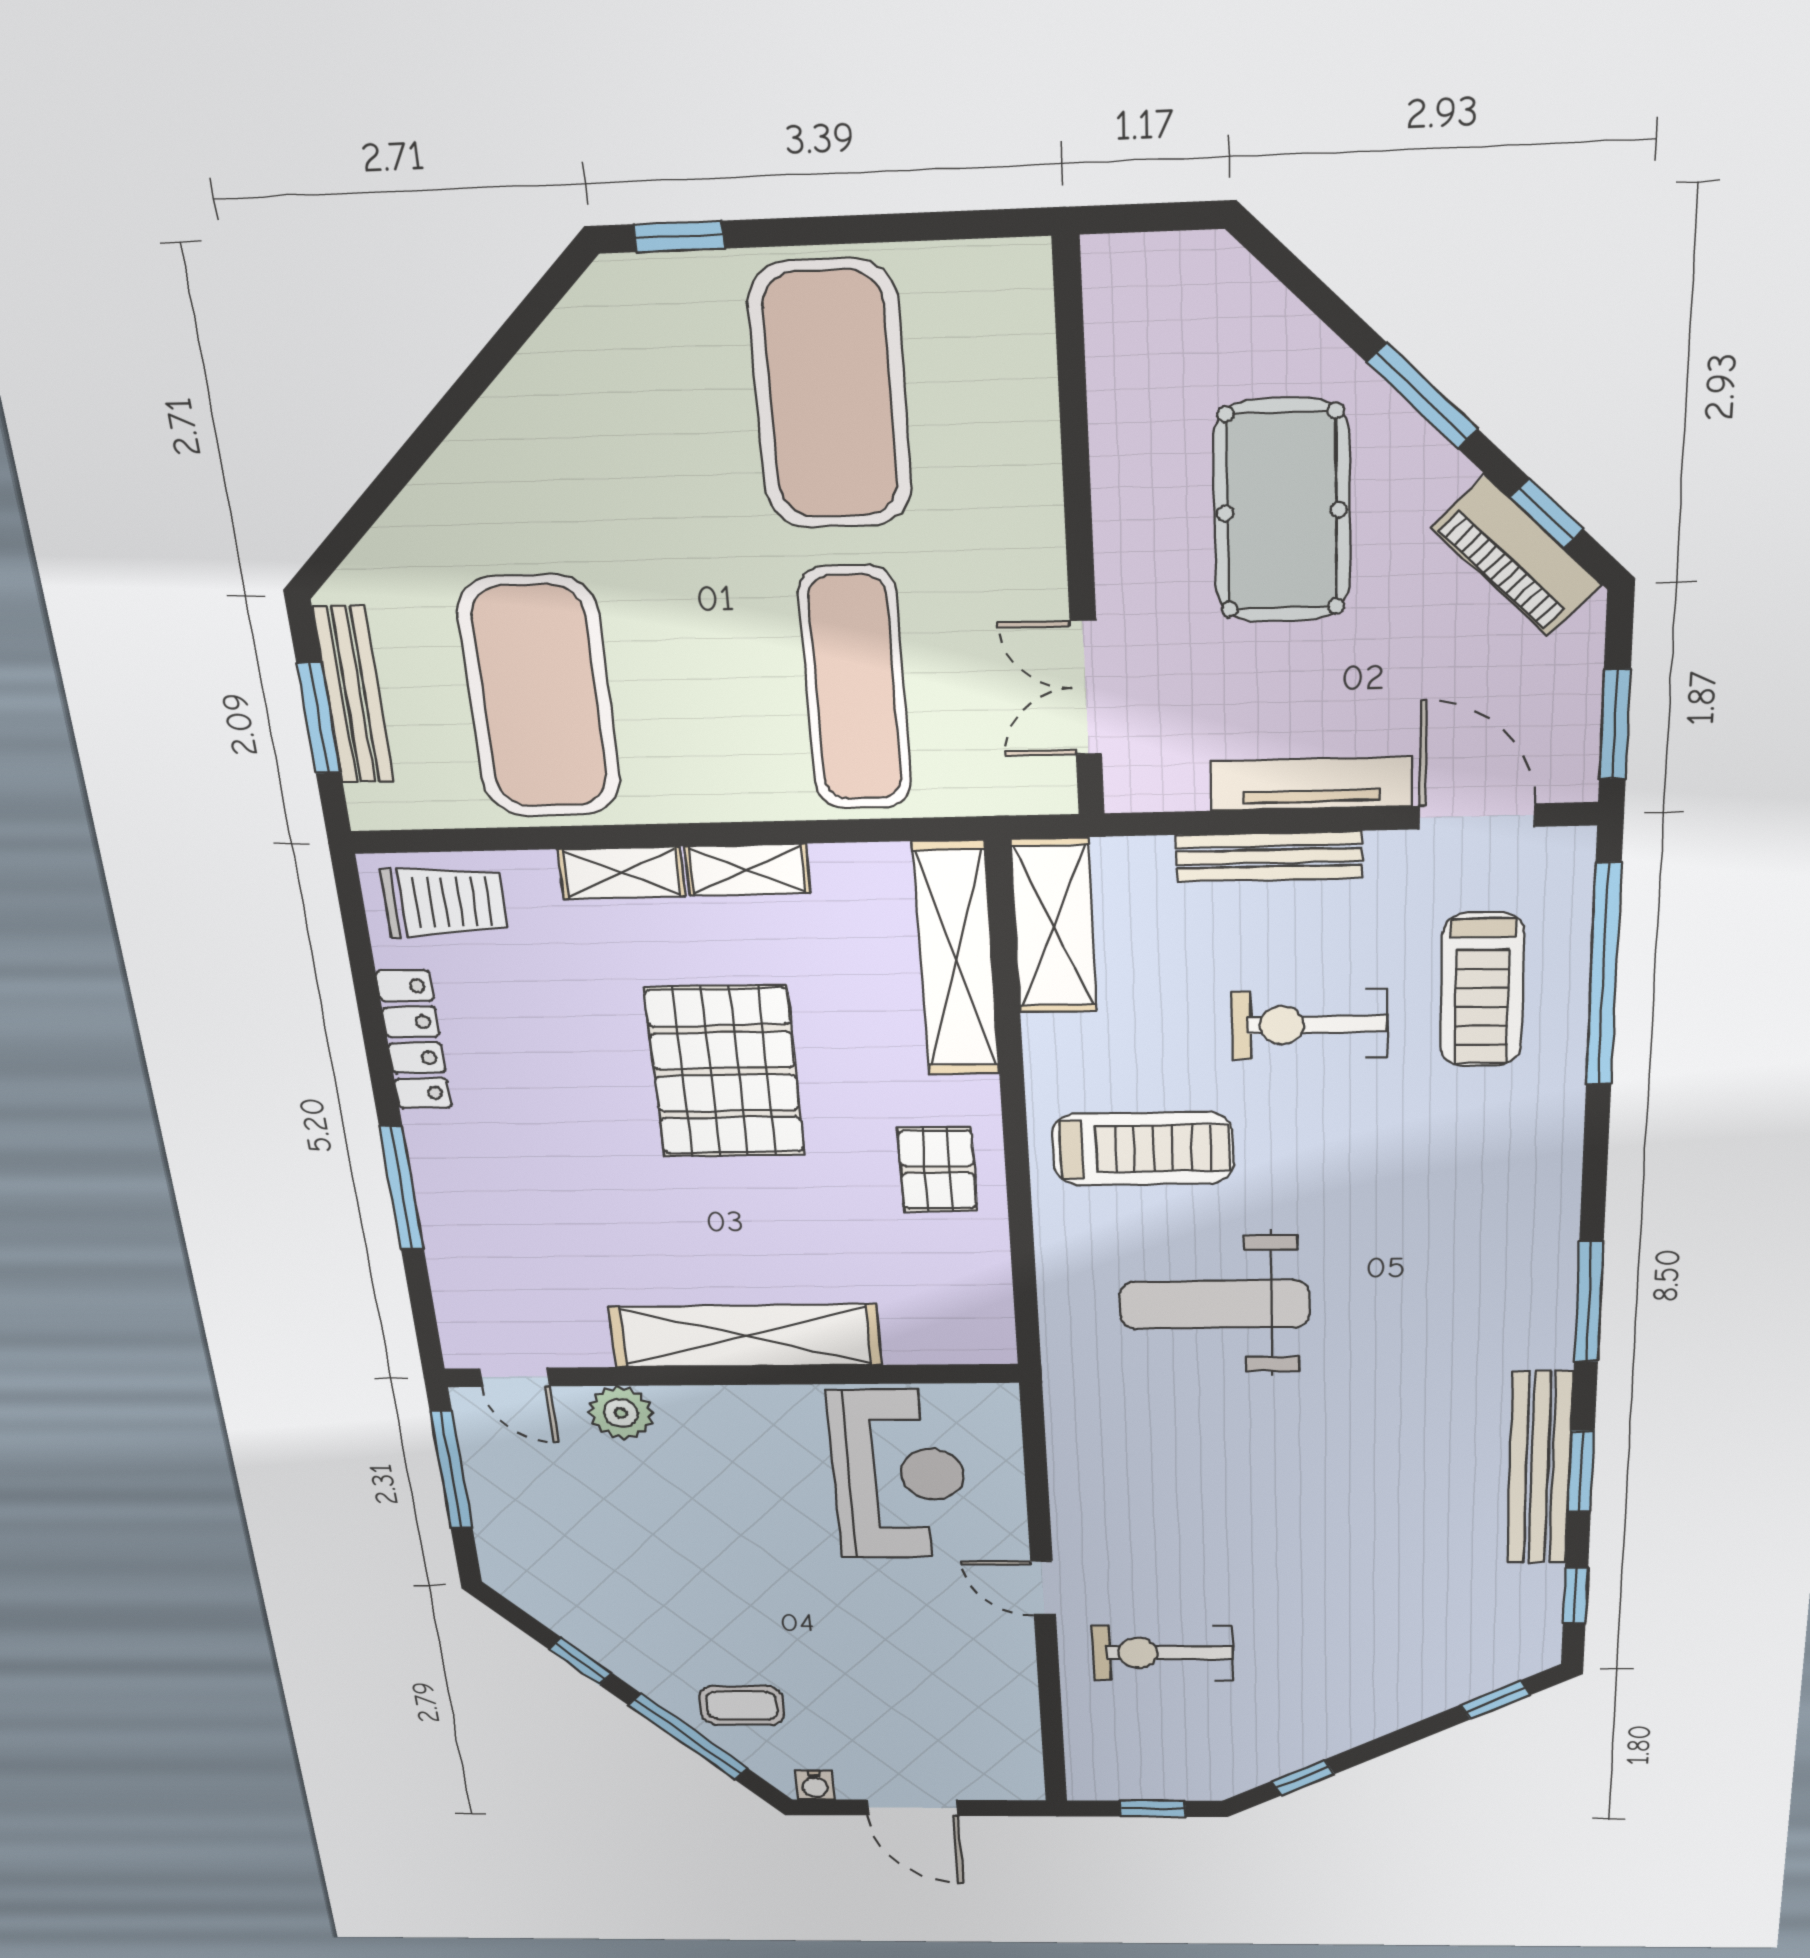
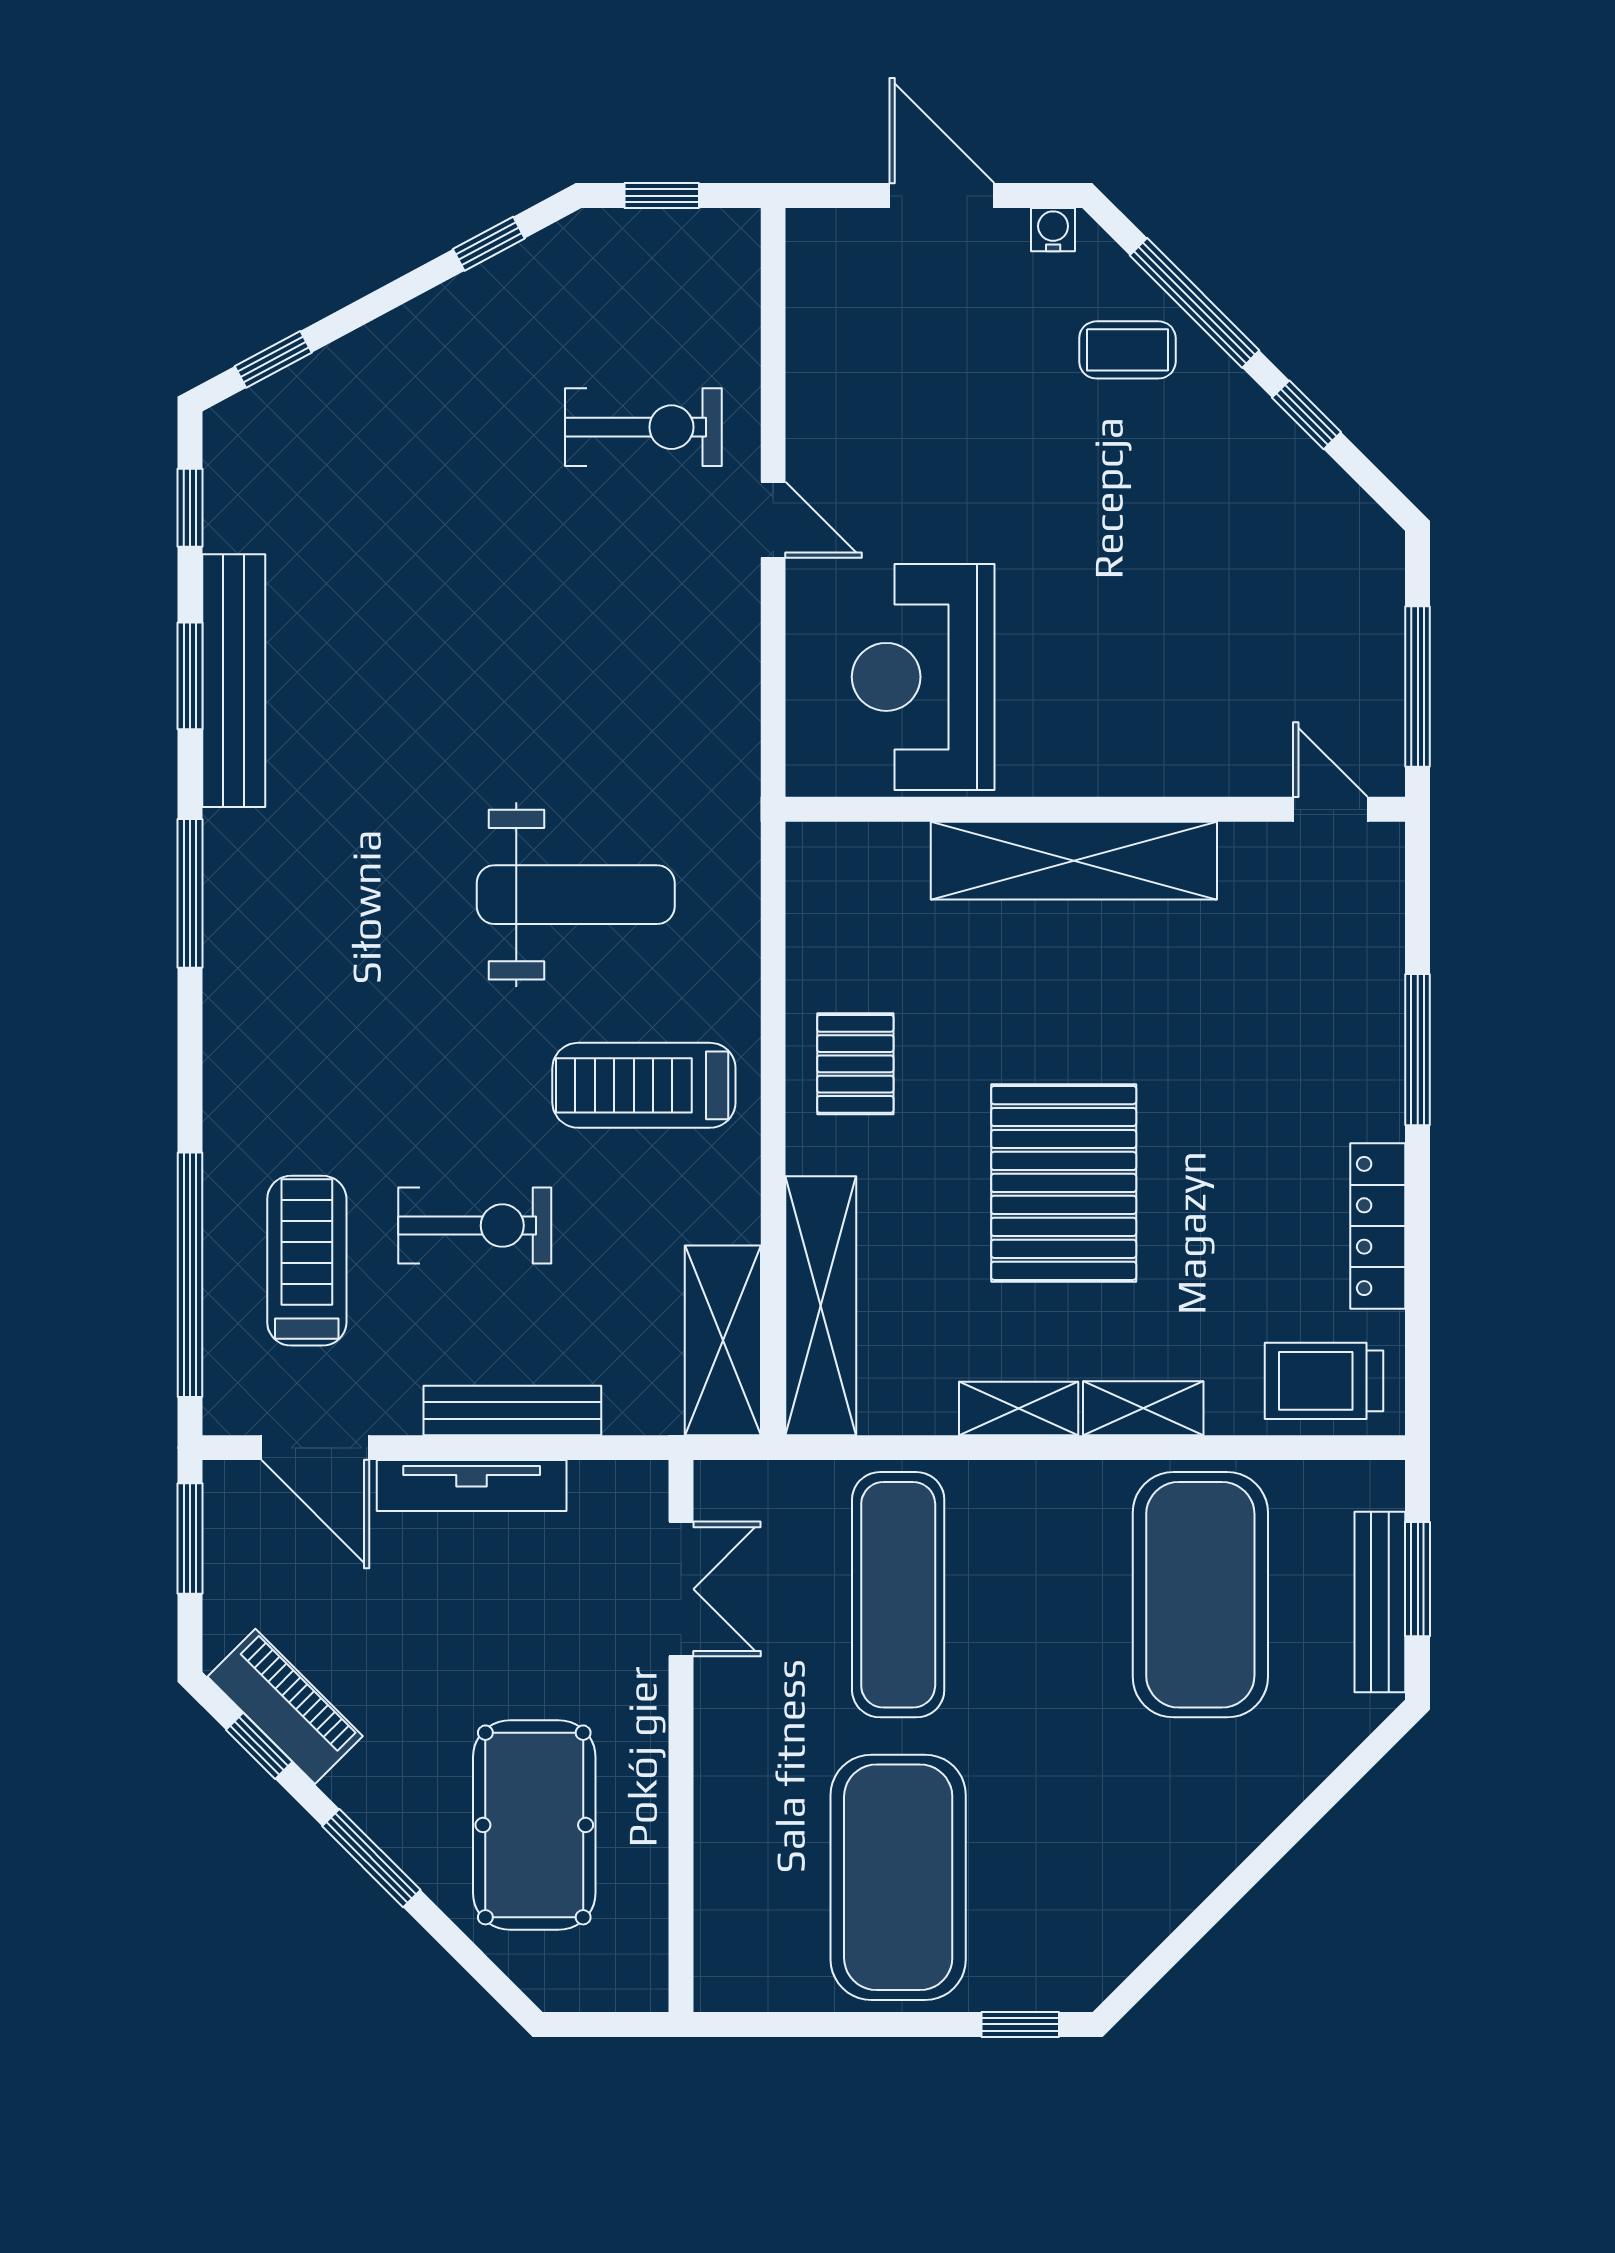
pool table: (1282, 512) -> (534, 1825), moved
plant: (621, 1413) -> (1220, 761), removed

